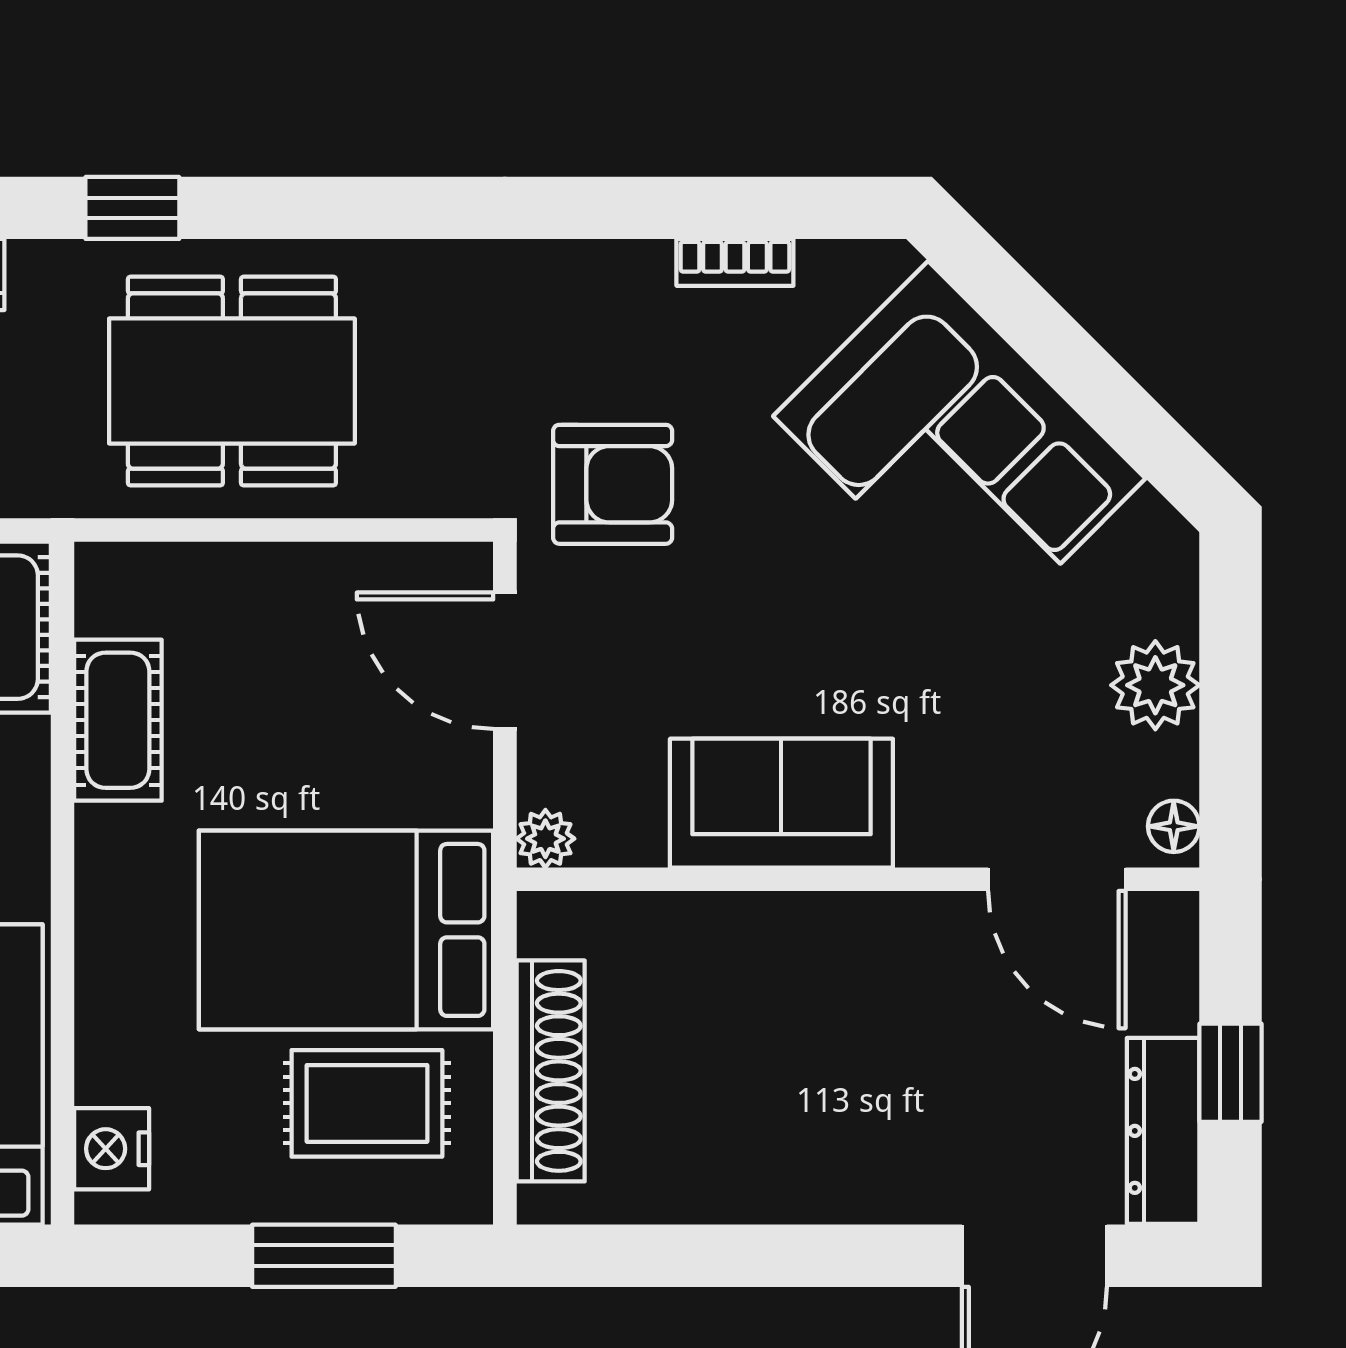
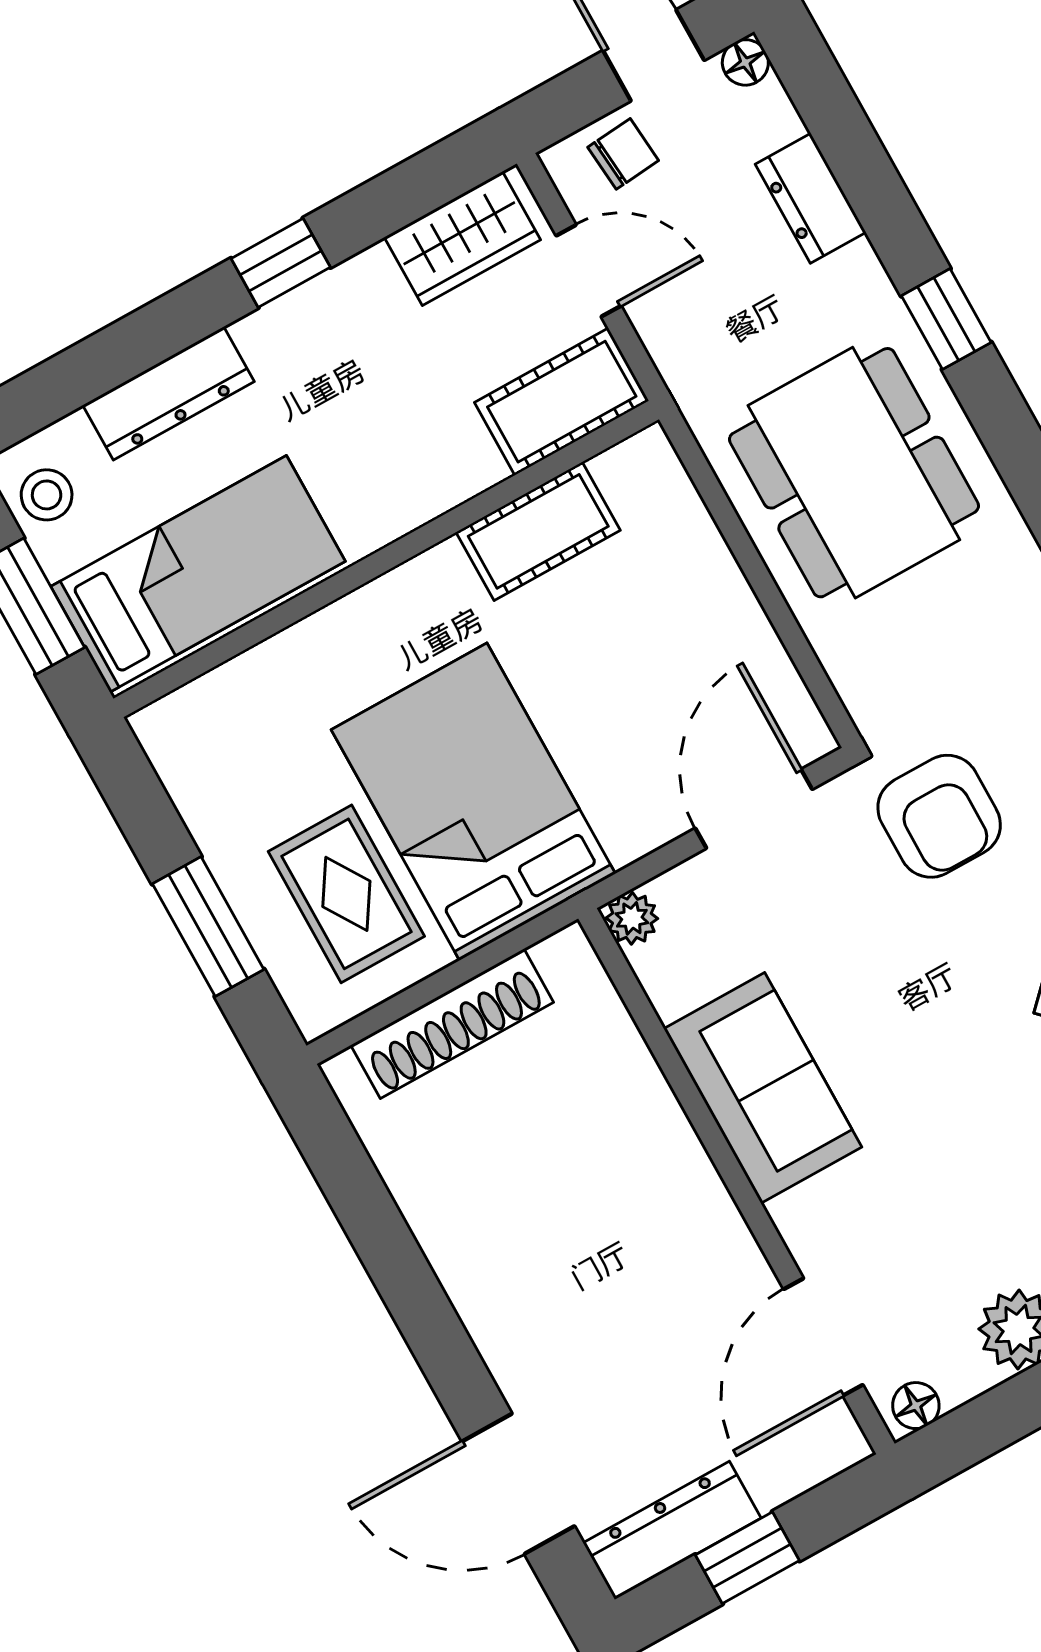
nightstand: (112, 1149) -> (199, 713), removed

